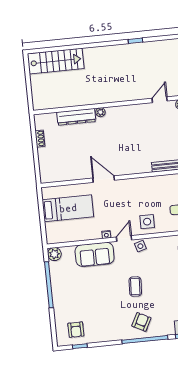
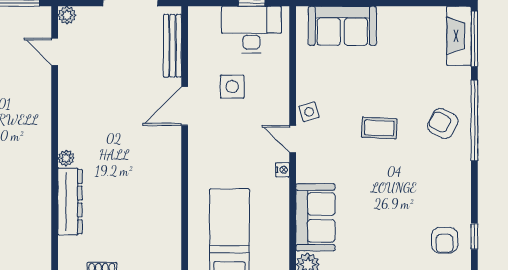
door: (104, 179) -> (185, 106), moved
side table: (147, 222) -> (232, 87), moved
sofa: (95, 254) -> (315, 217), moved
armchair: (76, 330) -> (445, 240), turned 90

